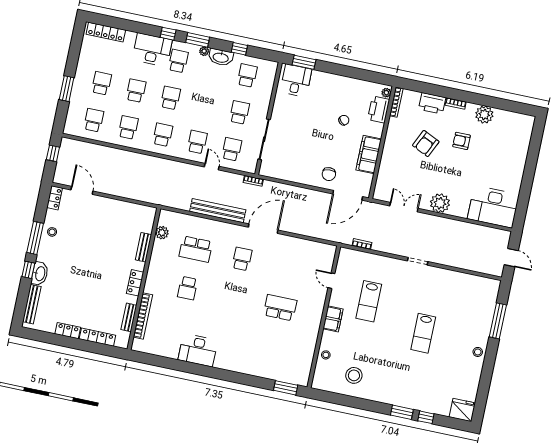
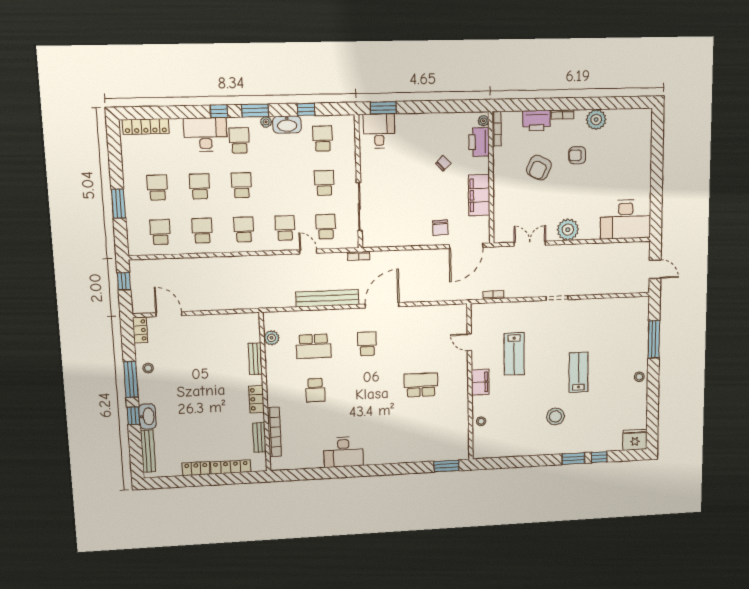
lab bench: (423, 333) -> (579, 372), turned 180
stool: (354, 375) -> (555, 416), moved

